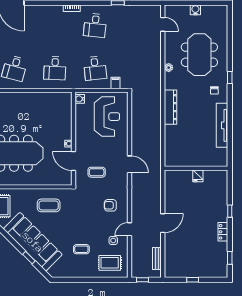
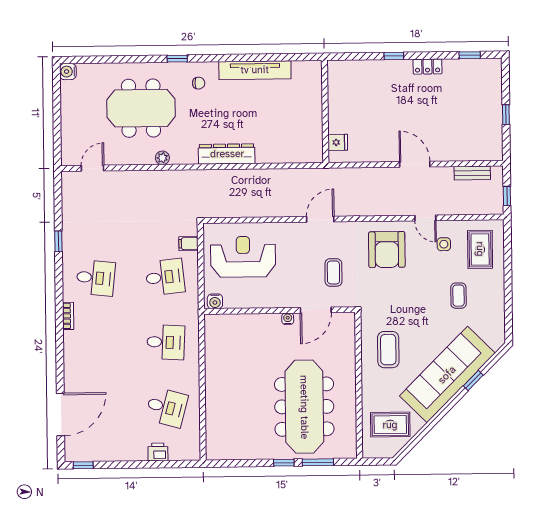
water cooler: (195, 10) -> (68, 72), moved
fridge: (198, 176) -> (338, 142), moved
armchair: (110, 205) -> (387, 250), width x1.88, depth x1.88

